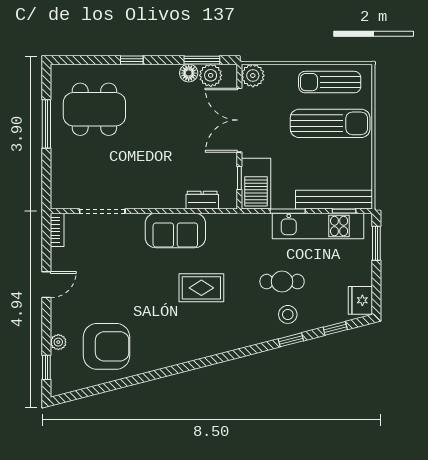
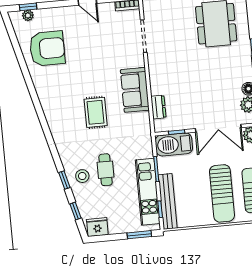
double door: (239, 120) -> (218, 128), swing flipped
plant: (58, 342) -> (28, 15), moved
armchair: (107, 346) -> (47, 48), turned -90

